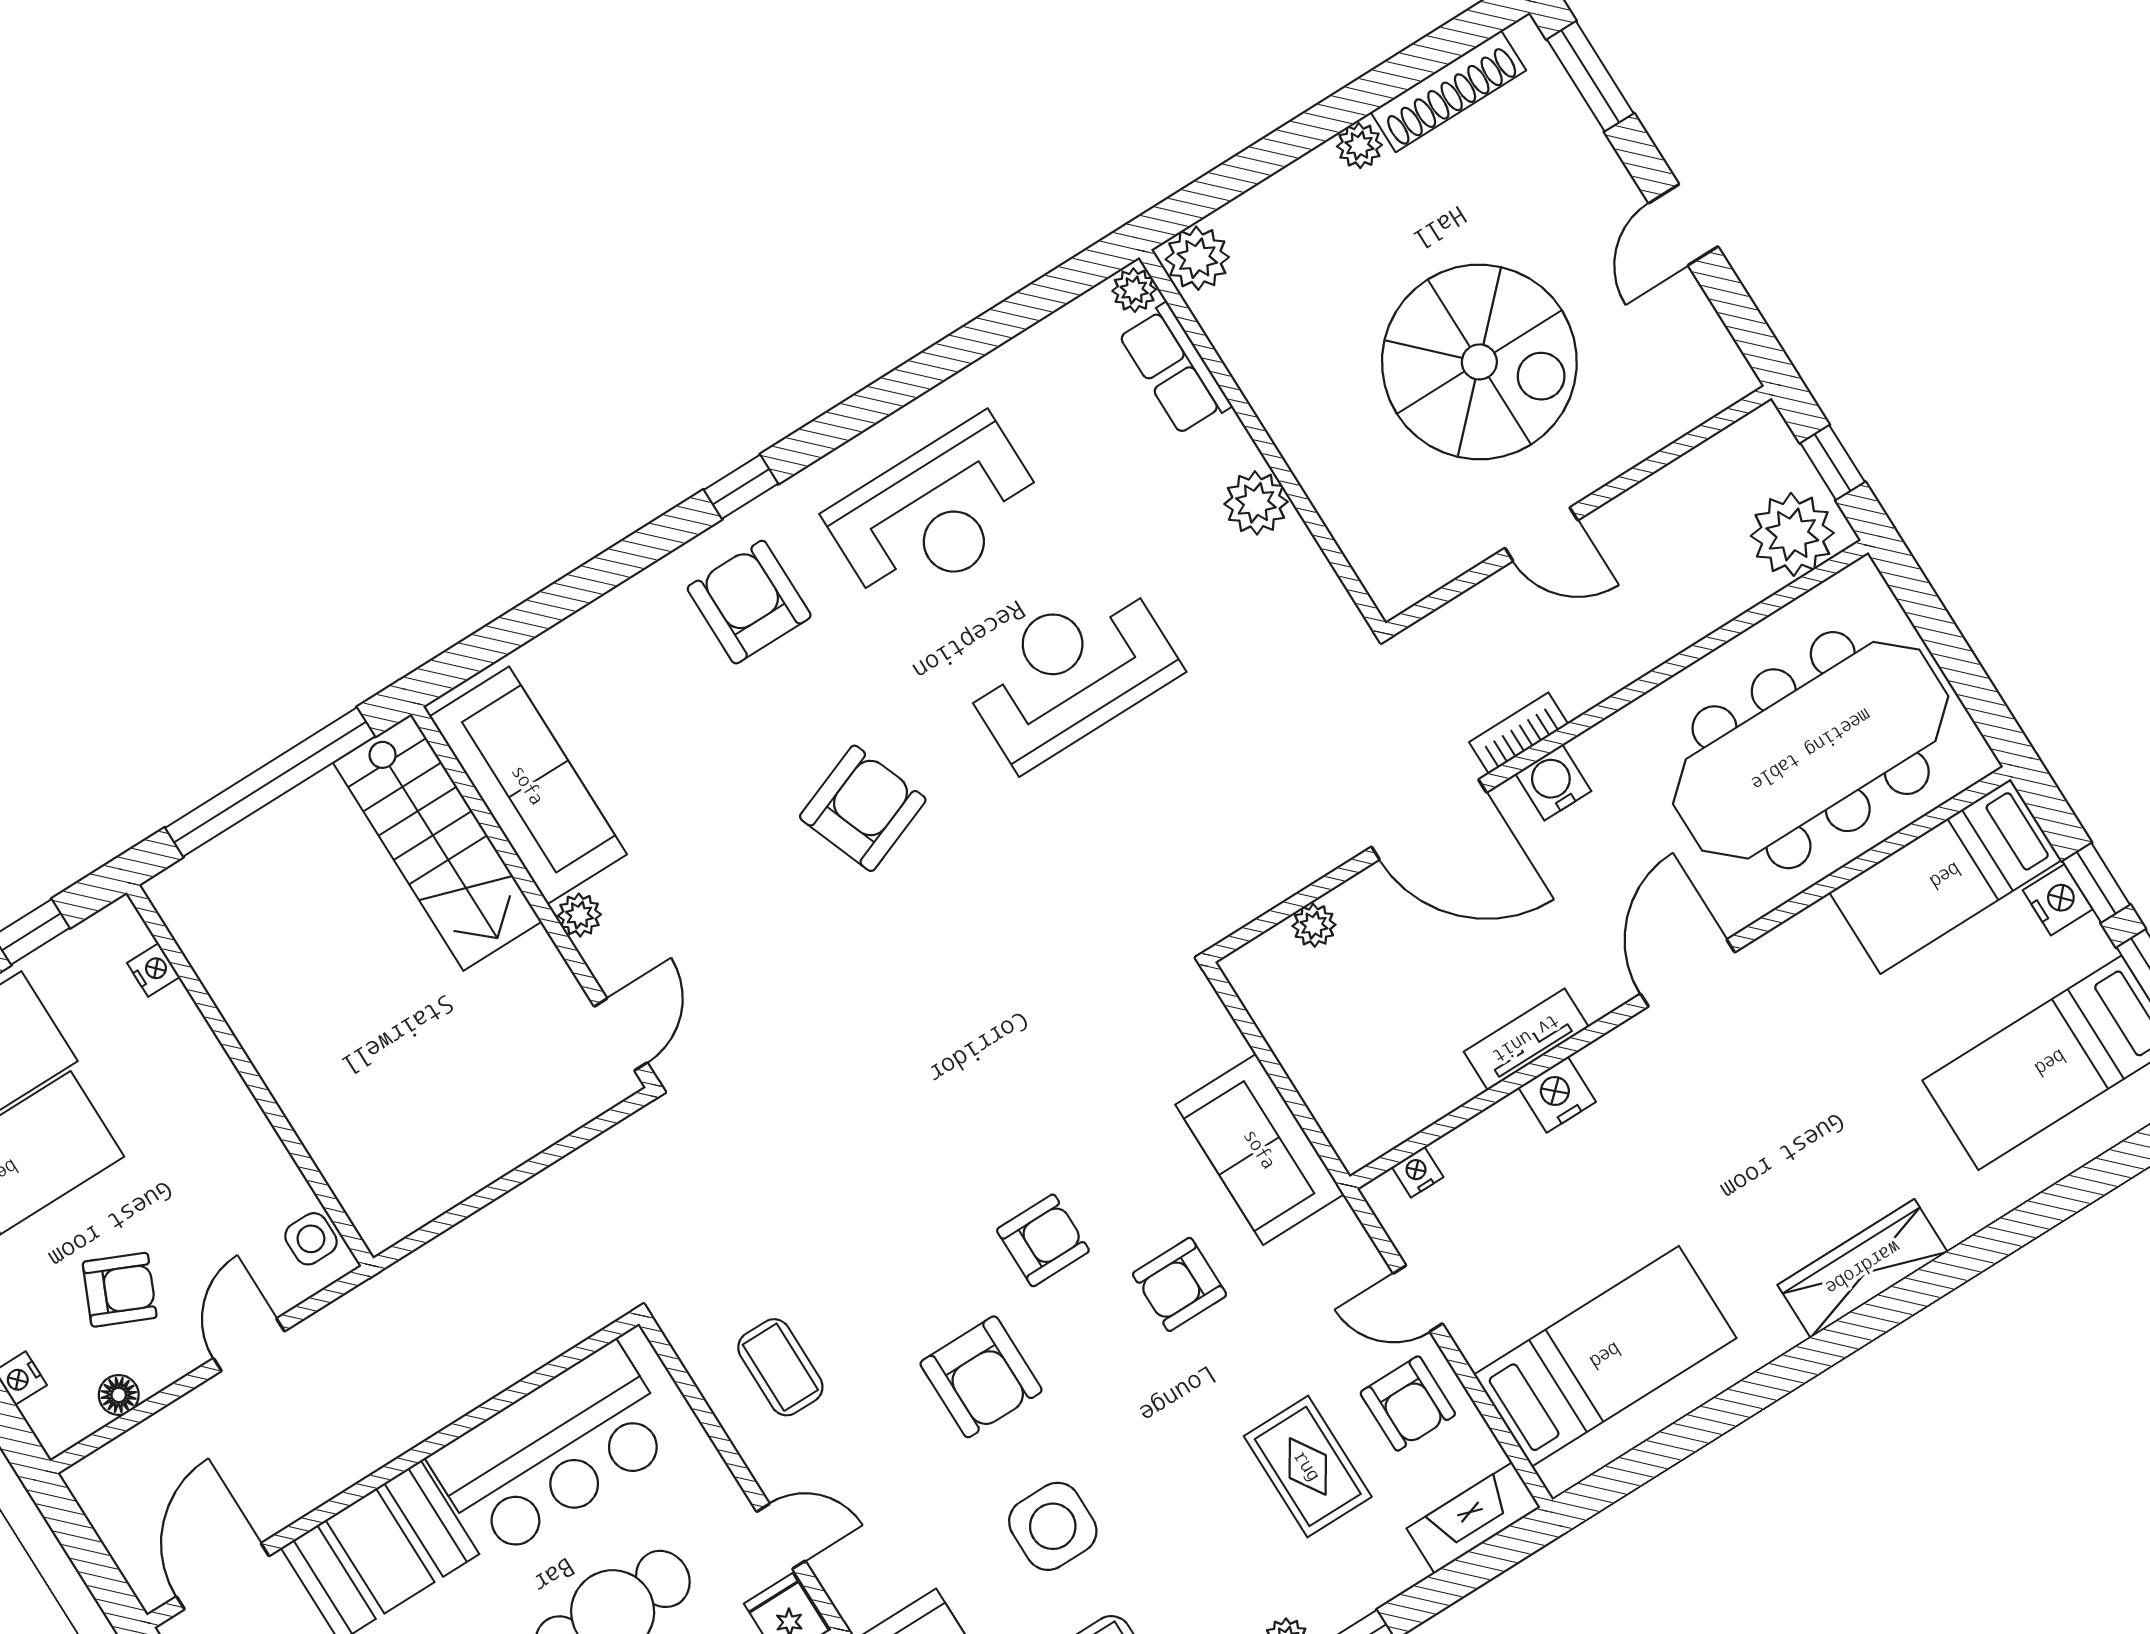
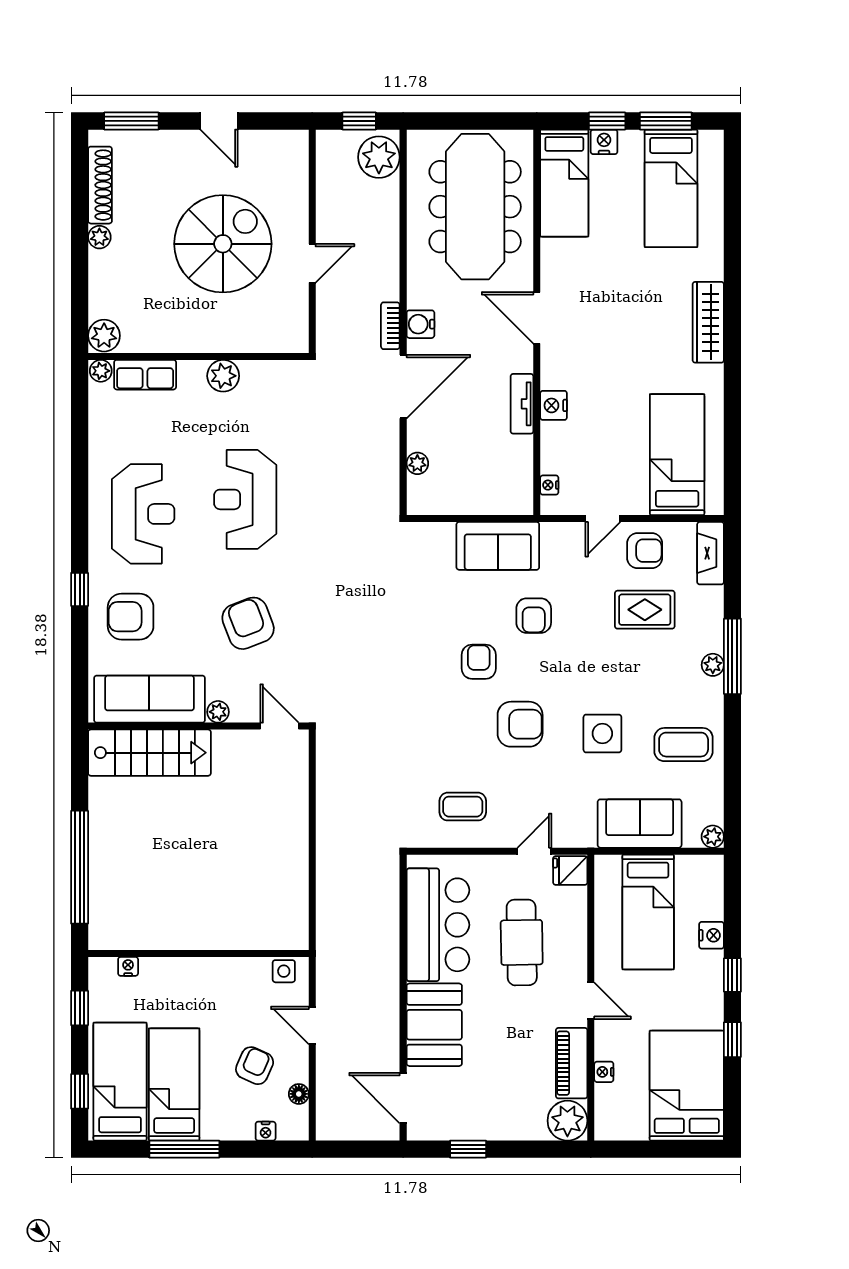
sofa: (528, 785) -> (149, 699), moved
stairs: (437, 842) -> (149, 753), moved
wall: (534, 897) -> (198, 726), moved
plant: (579, 915) -> (218, 712), moved
door: (621, 1034) -> (279, 726), moved

